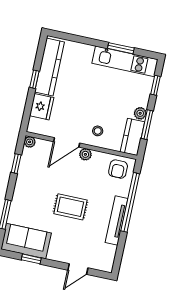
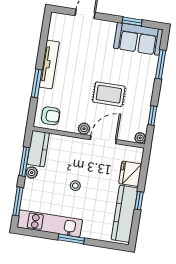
window: (121, 48) -> (71, 239), moved
window: (156, 85) -> (18, 201), width x1.50
stool: (98, 131) -> (75, 186), moved
armchair: (118, 169) -> (51, 116), turned 90
window: (130, 202) -> (37, 83), width x0.47
rug: (70, 207) -> (109, 94), moved

